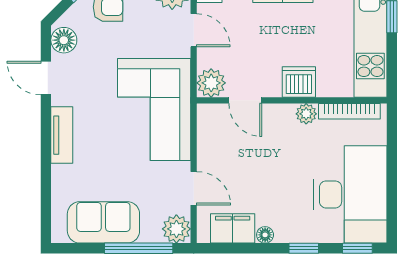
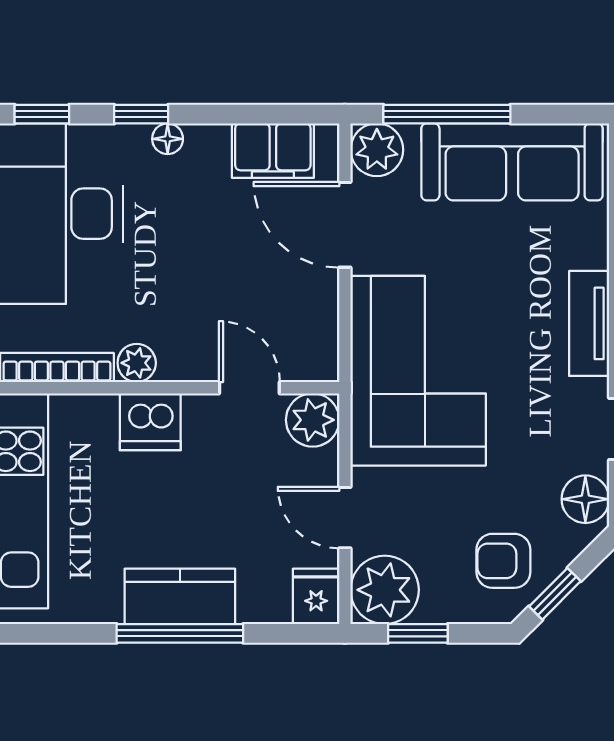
door: (194, 188) -> (345, 225), width x1.38
sofa: (103, 222) -> (512, 162), width x1.36
floor lamp: (265, 235) -> (168, 139), moved

